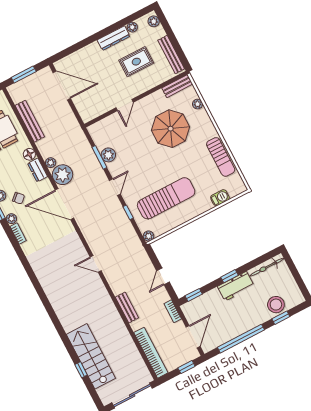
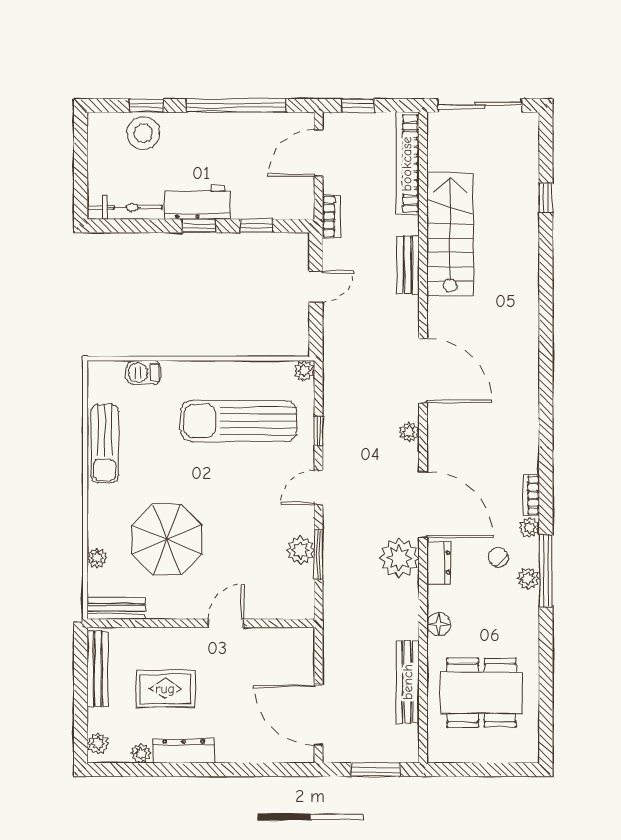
sun lounger: (221, 157) -> (105, 444), turned 180
plant: (51, 163) -> (409, 432), moved
dresser: (38, 170) -> (439, 563), moved
door: (96, 264) -> (423, 371), width x1.87
window: (194, 295) -> (256, 226), moved
stairs: (91, 356) -> (450, 234), moved, turned 180

